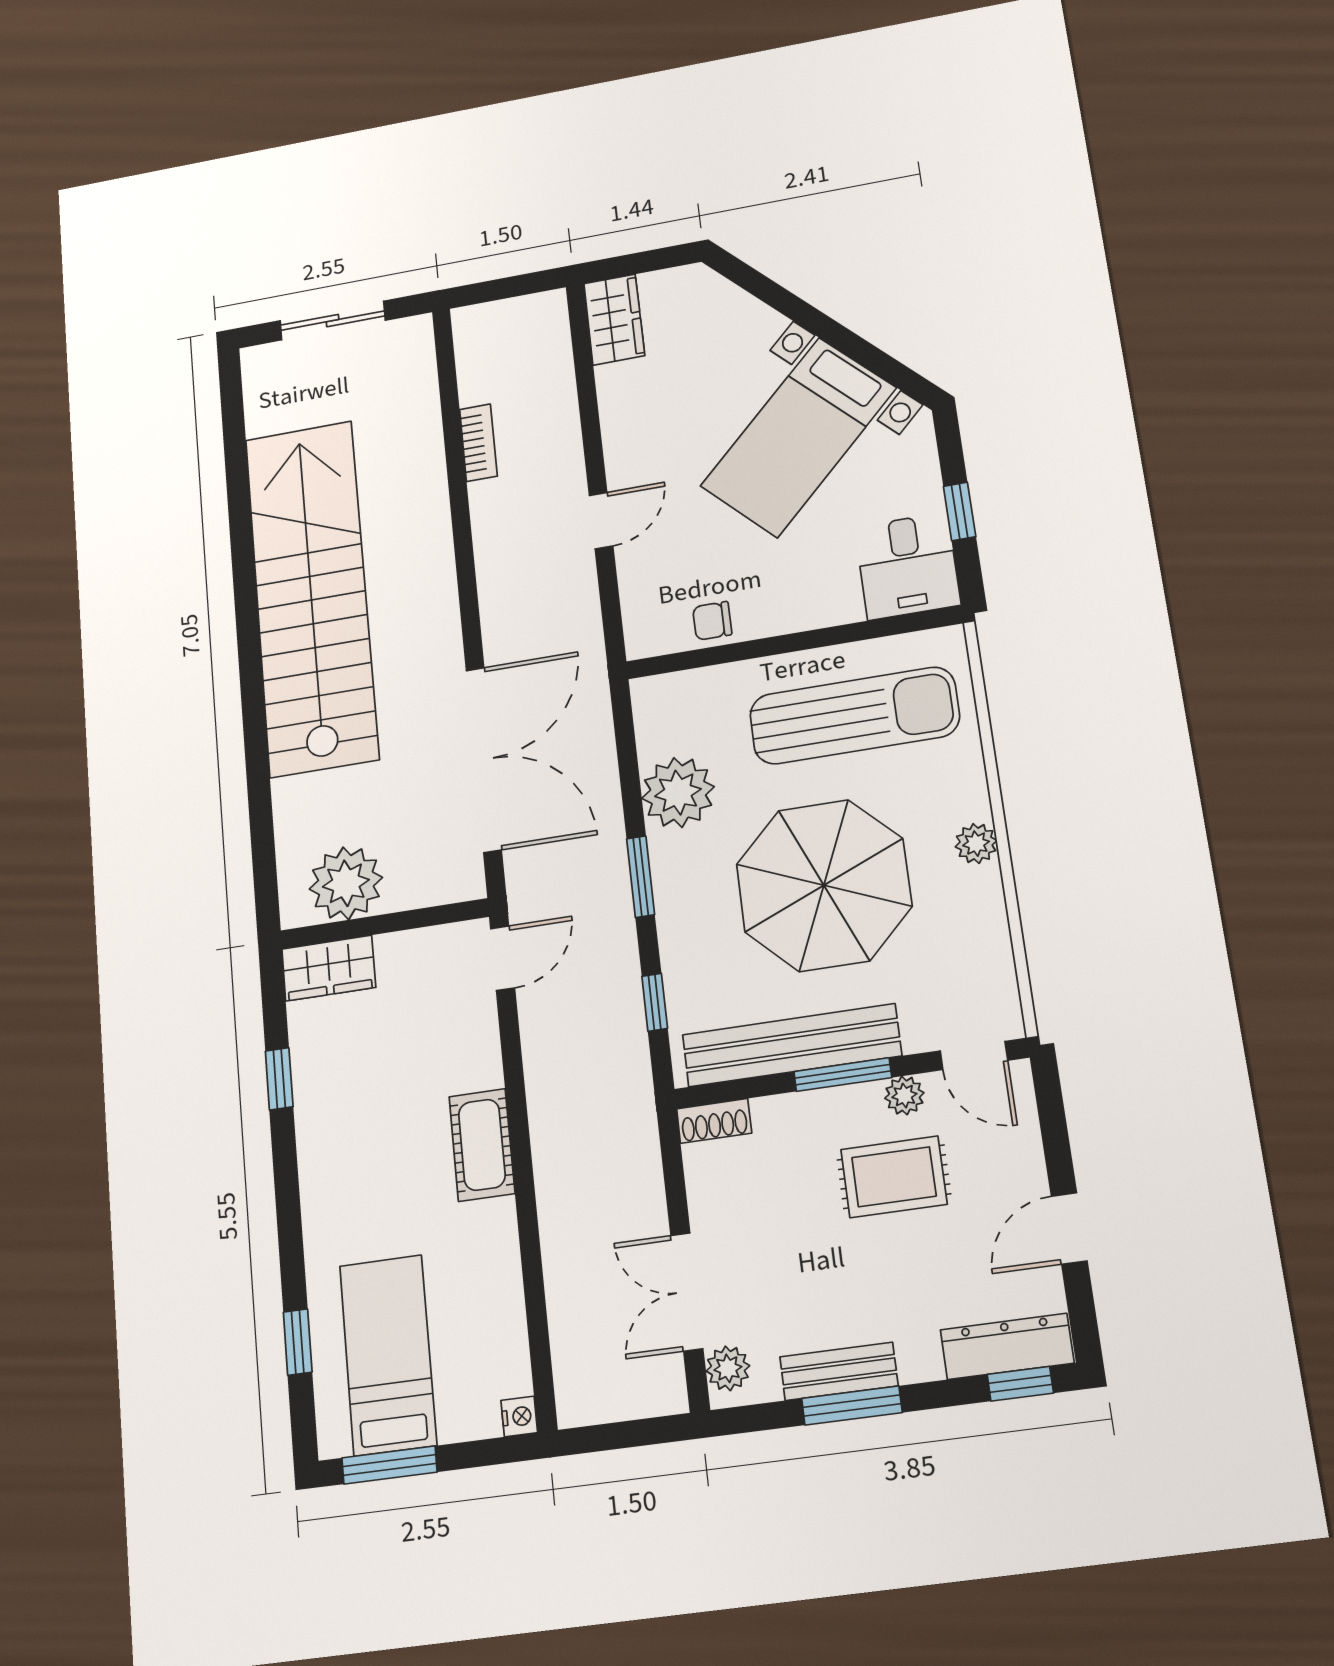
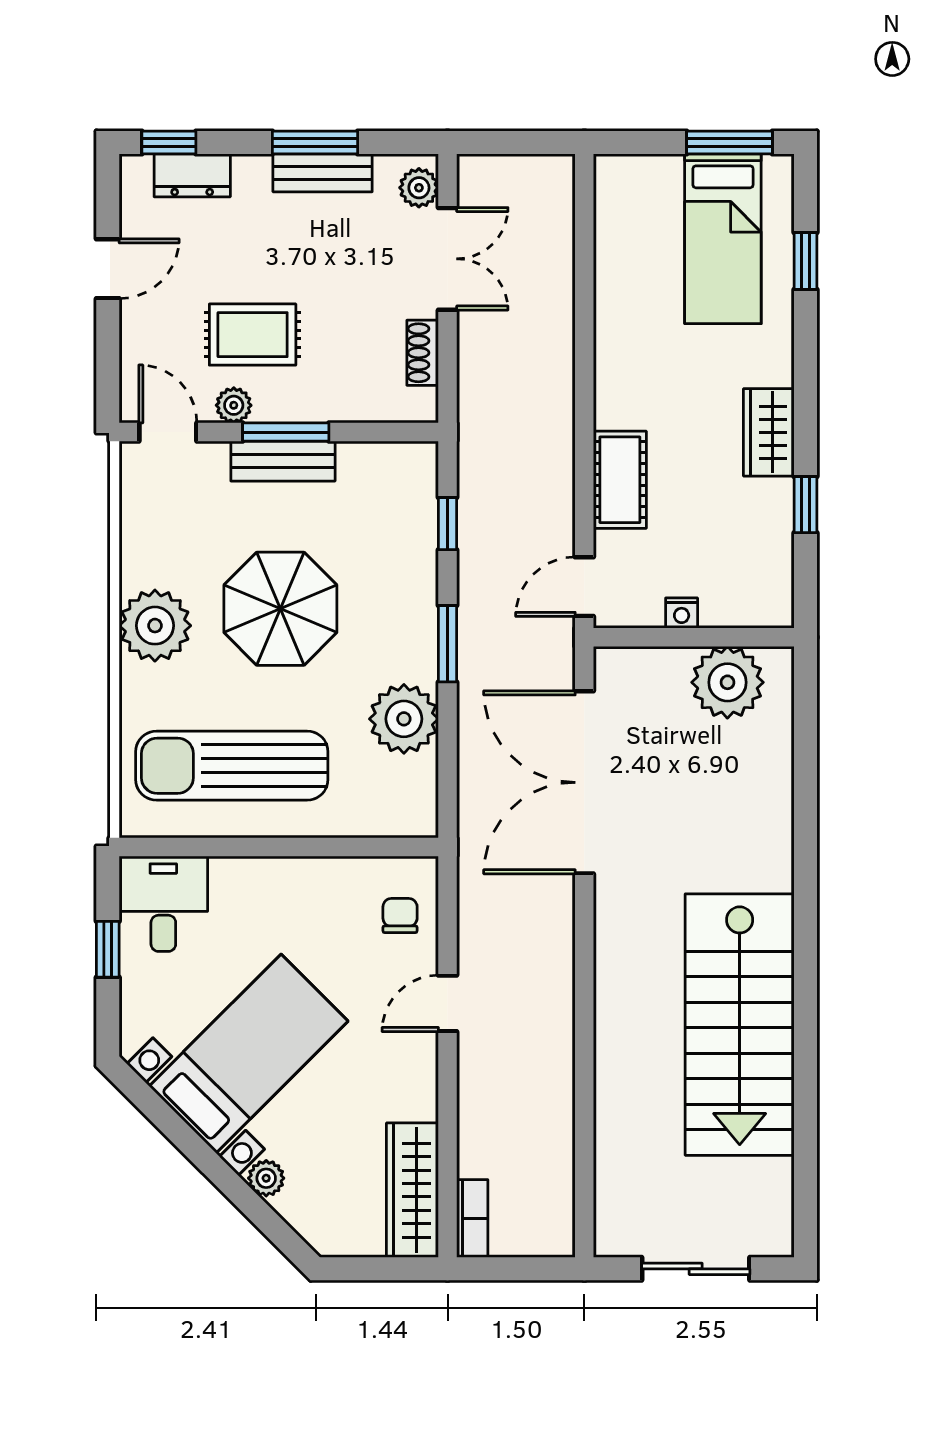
wardrobe: (614, 320) -> (412, 1190), width x1.50
plant: (765, 324) -> (266, 1178), added
bookcase: (478, 443) -> (472, 1218), moved, turned 180
stairs: (311, 597) -> (740, 1025), width x0.73
chair: (712, 621) -> (400, 916), moved, turned -90
plant: (976, 844) -> (155, 626), width x1.87, depth x1.87
parasol: (824, 885) -> (280, 609), width x0.73, depth x0.73
wardrobe: (329, 968) -> (769, 432), moved, turned -90
bench: (792, 1045) -> (283, 461), width x0.54, depth x0.82
shoe rack: (714, 1121) -> (423, 353), moved, turned -90
cot: (482, 1145) -> (620, 480), moved
dresser: (1007, 1346) -> (192, 175), width x0.70
nightstand: (519, 1416) -> (682, 613), moved, turned -90

